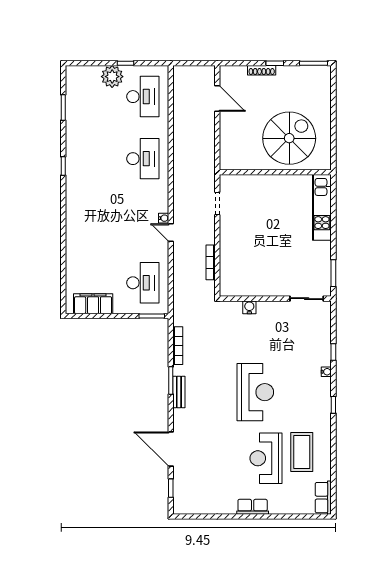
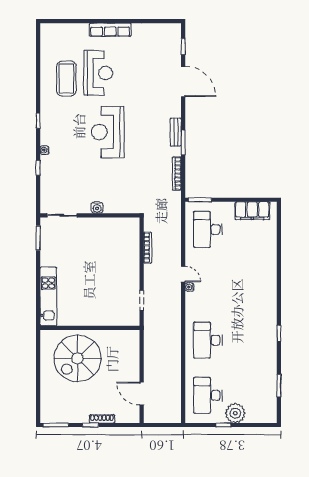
water cooler: (249, 307) -> (97, 208), moved
row of seats: (323, 498) -> (47, 38), removed
row of seats: (253, 507) -> (110, 30), width x1.48

